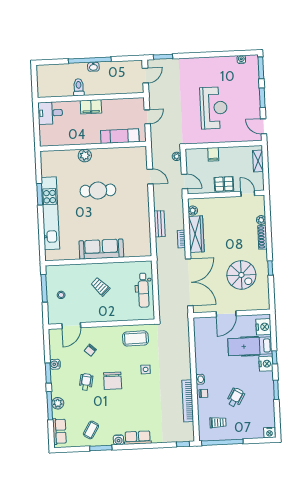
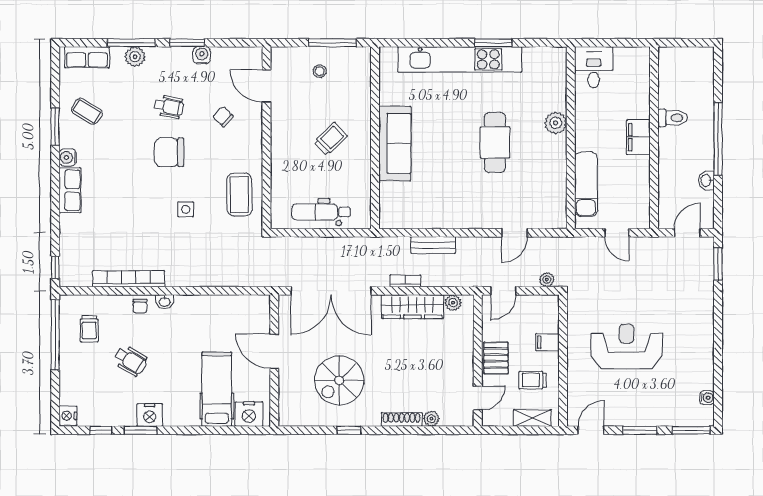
washbasin: (93, 67) -> (706, 181), moved
door: (145, 76) -> (687, 233), swing flipped
reception desk: (214, 108) -> (627, 347), turned 180
desk: (50, 113) -> (594, 67), moved
trolley: (236, 162) -> (533, 380), added
window: (274, 357) -> (101, 430), moved
nightstand: (266, 364) -> (150, 415), moved

